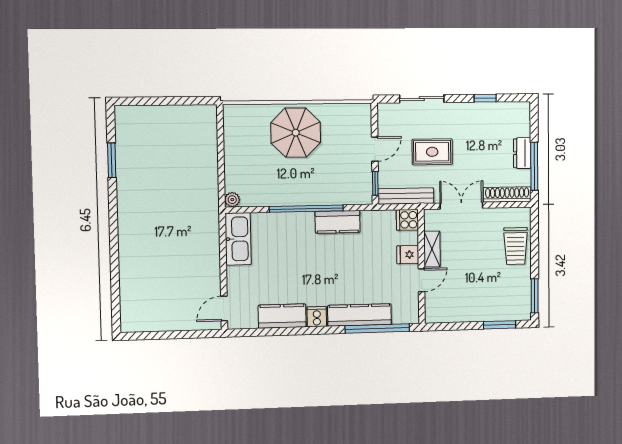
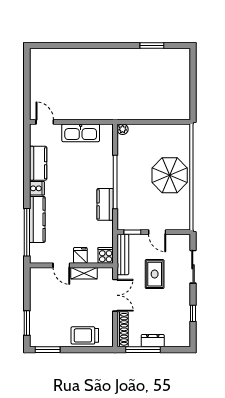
kitchen sink: (238, 239) -> (81, 133), moved

